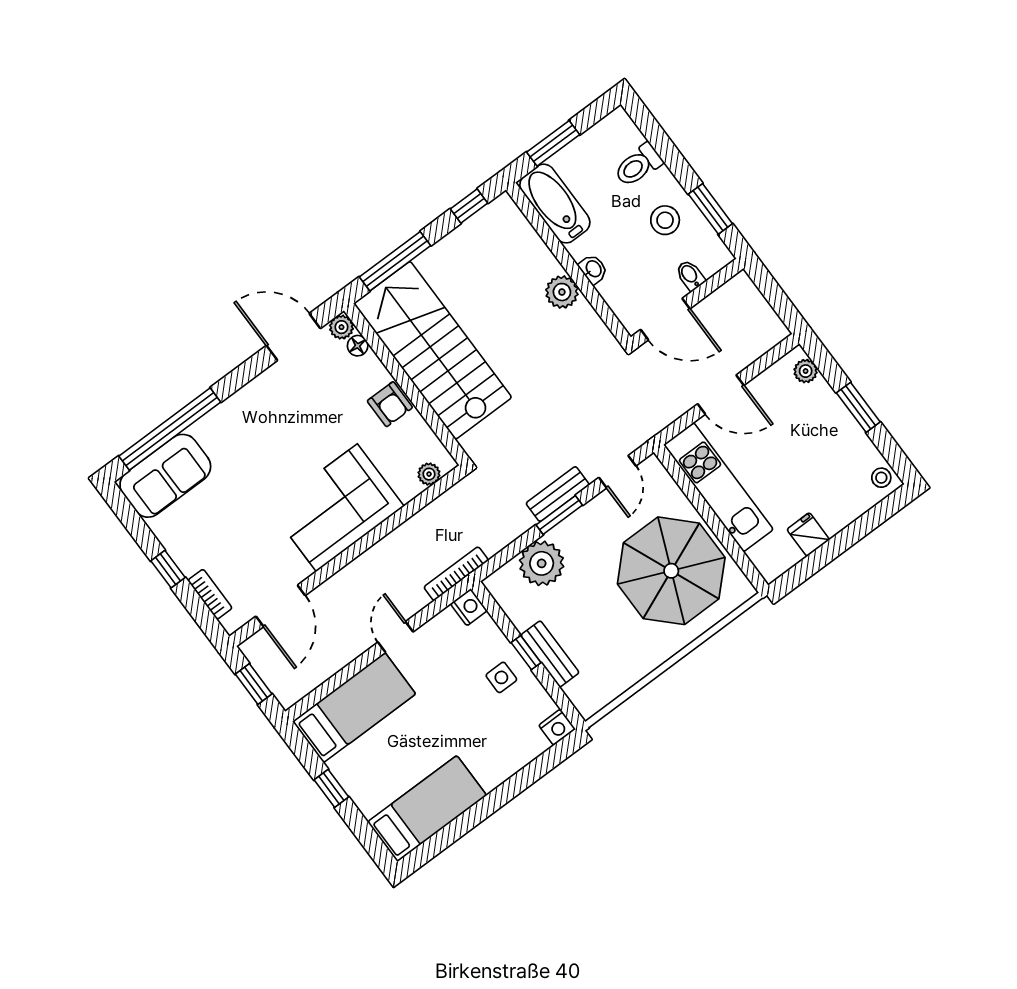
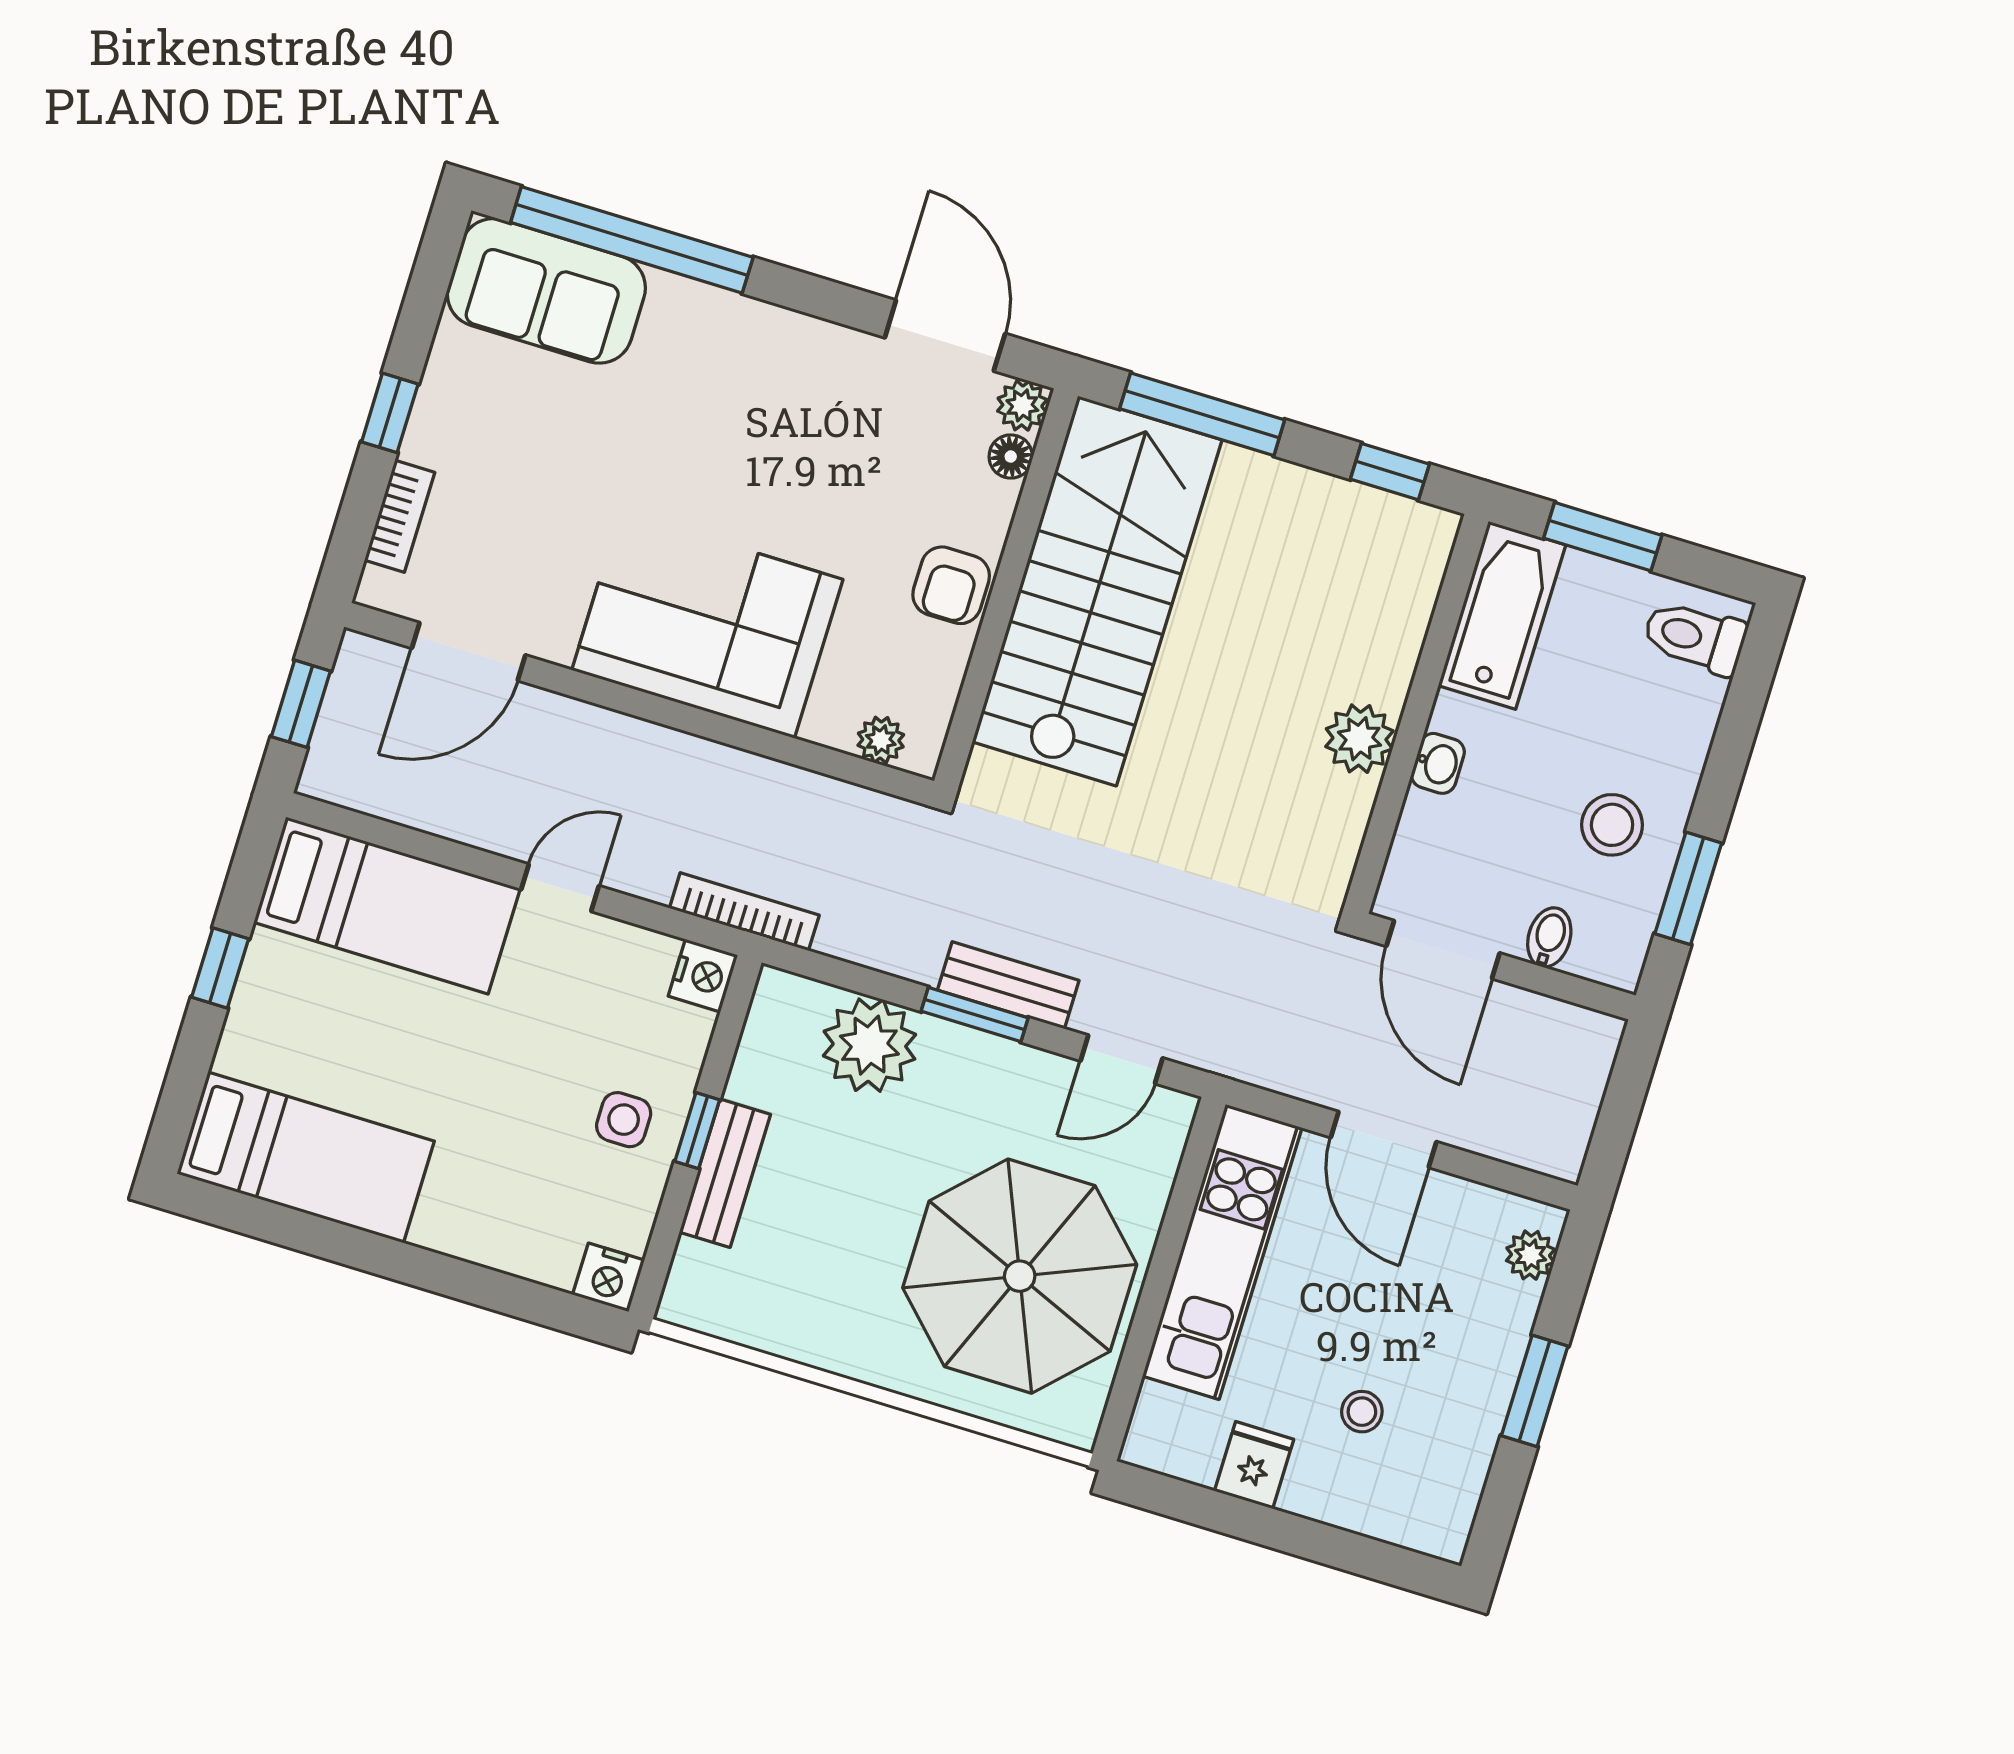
toilet: (638, 165) -> (1695, 637), moved
stool: (881, 478) -> (1362, 1412), moved

